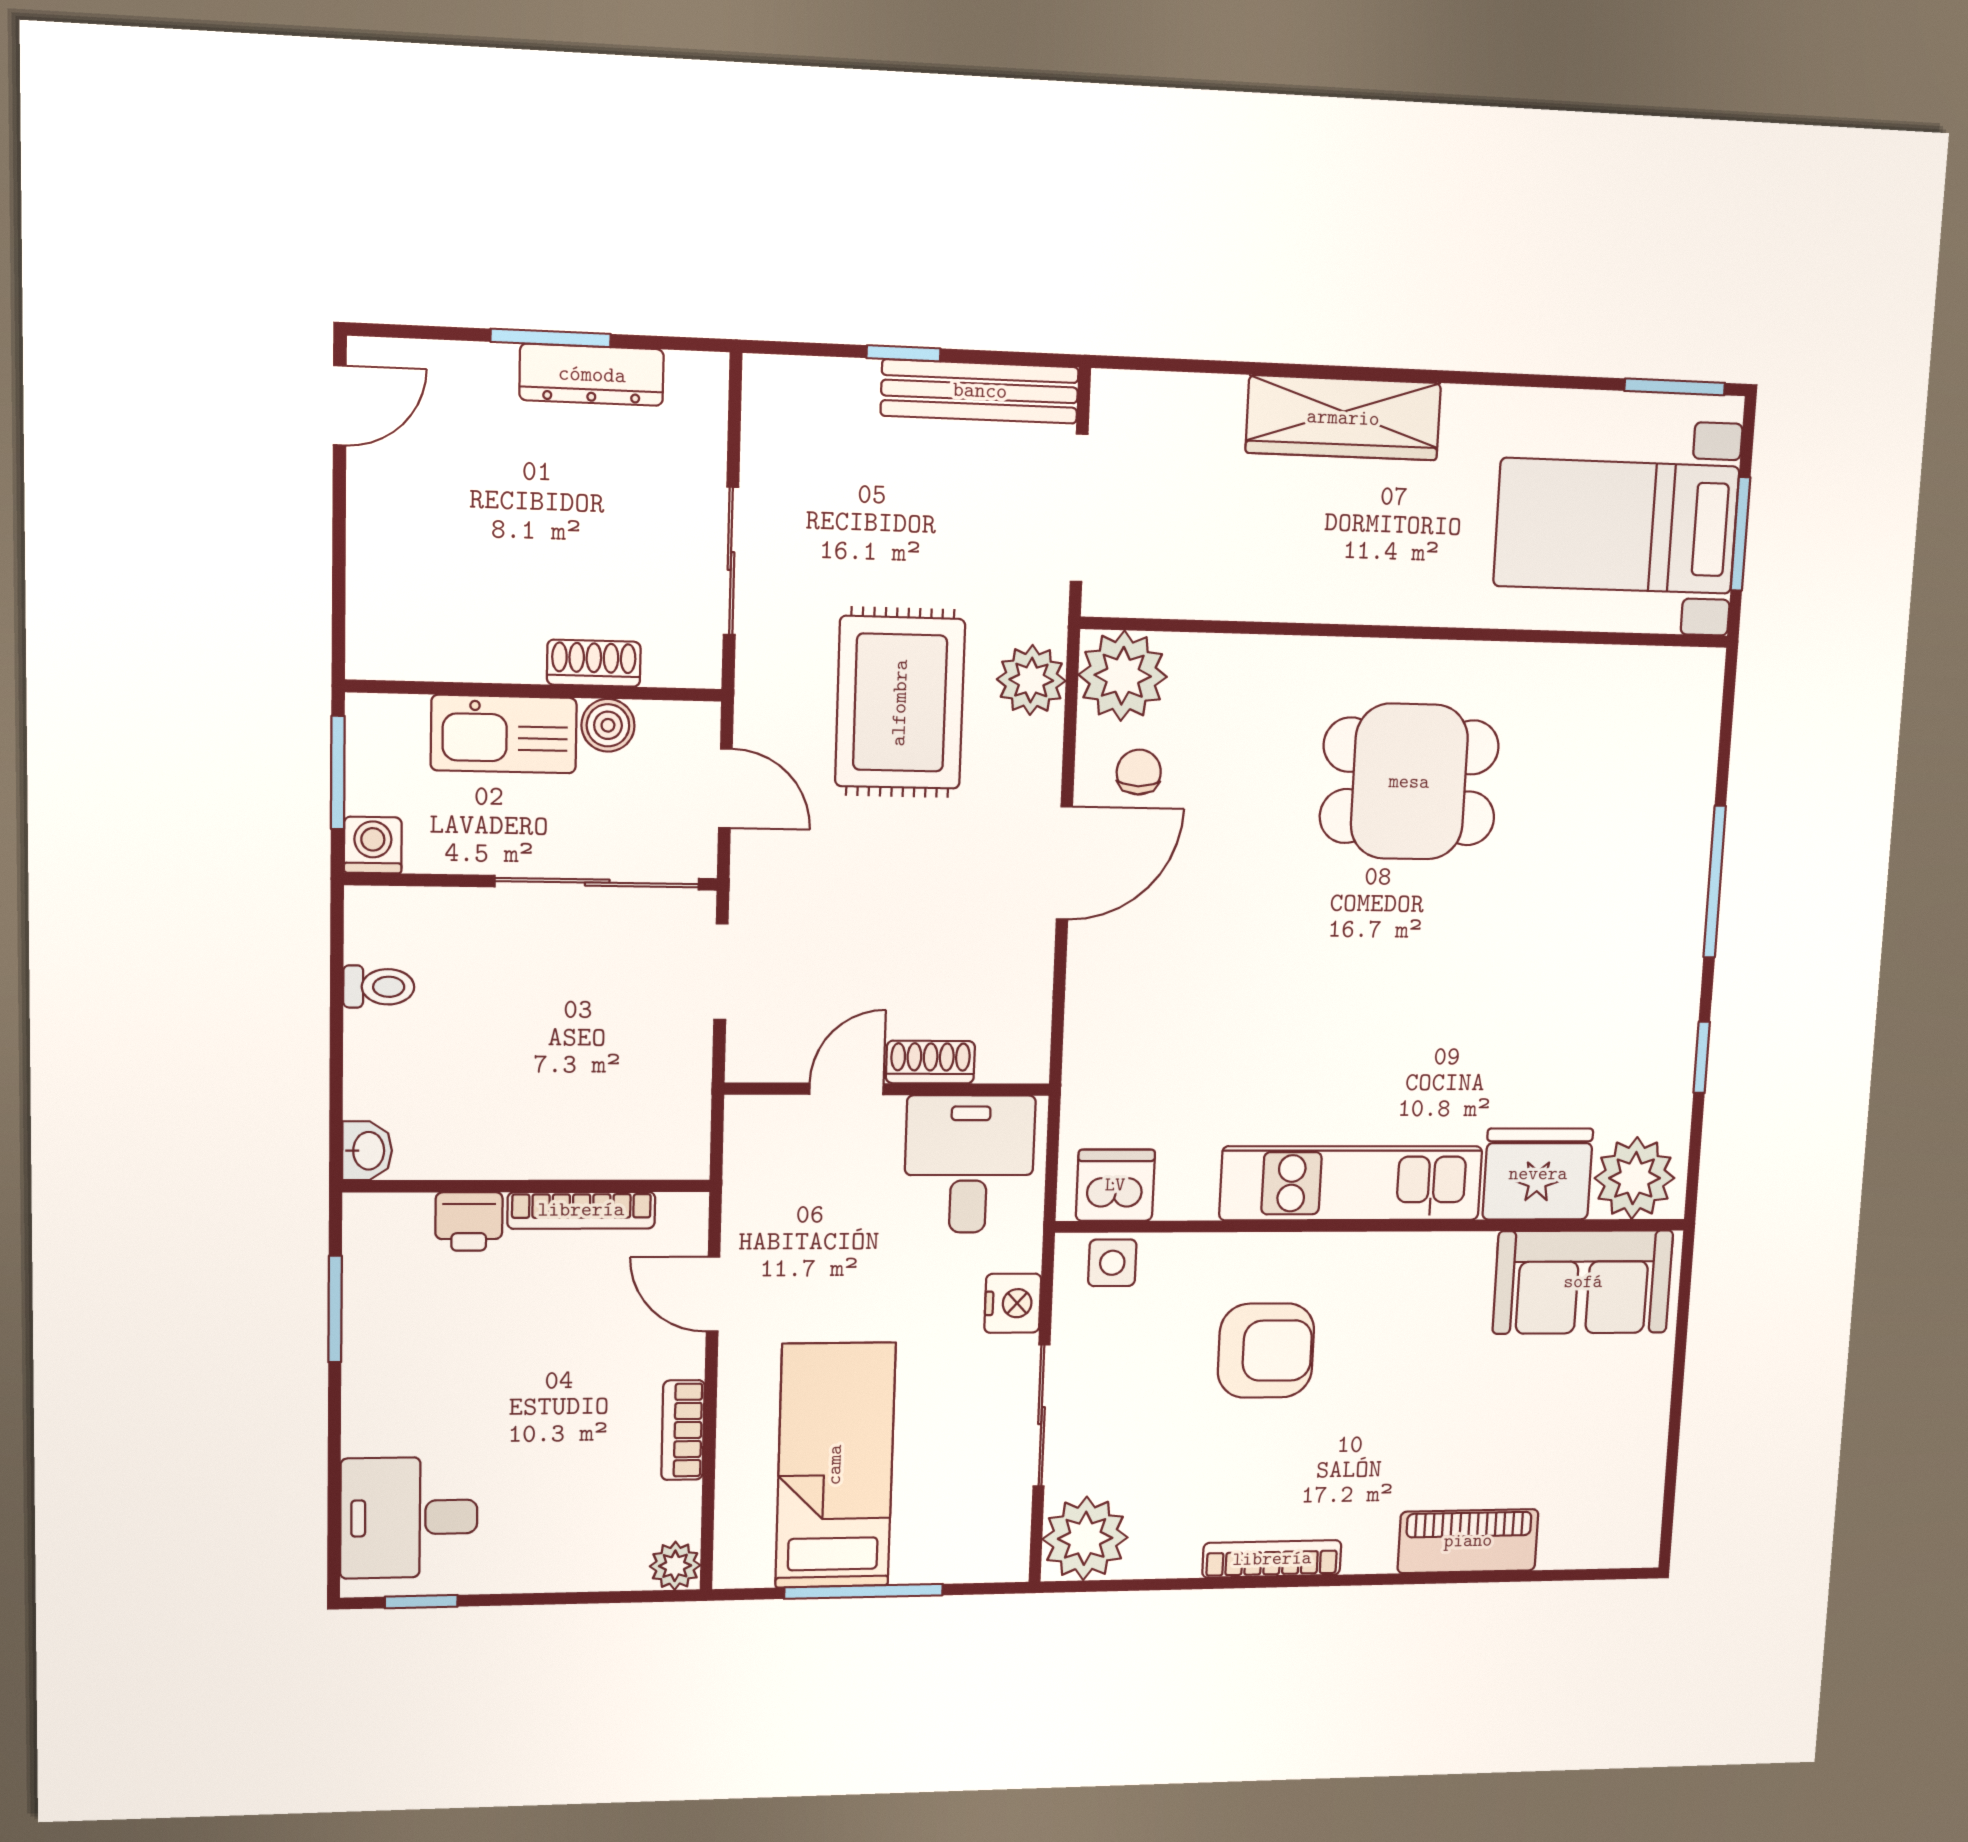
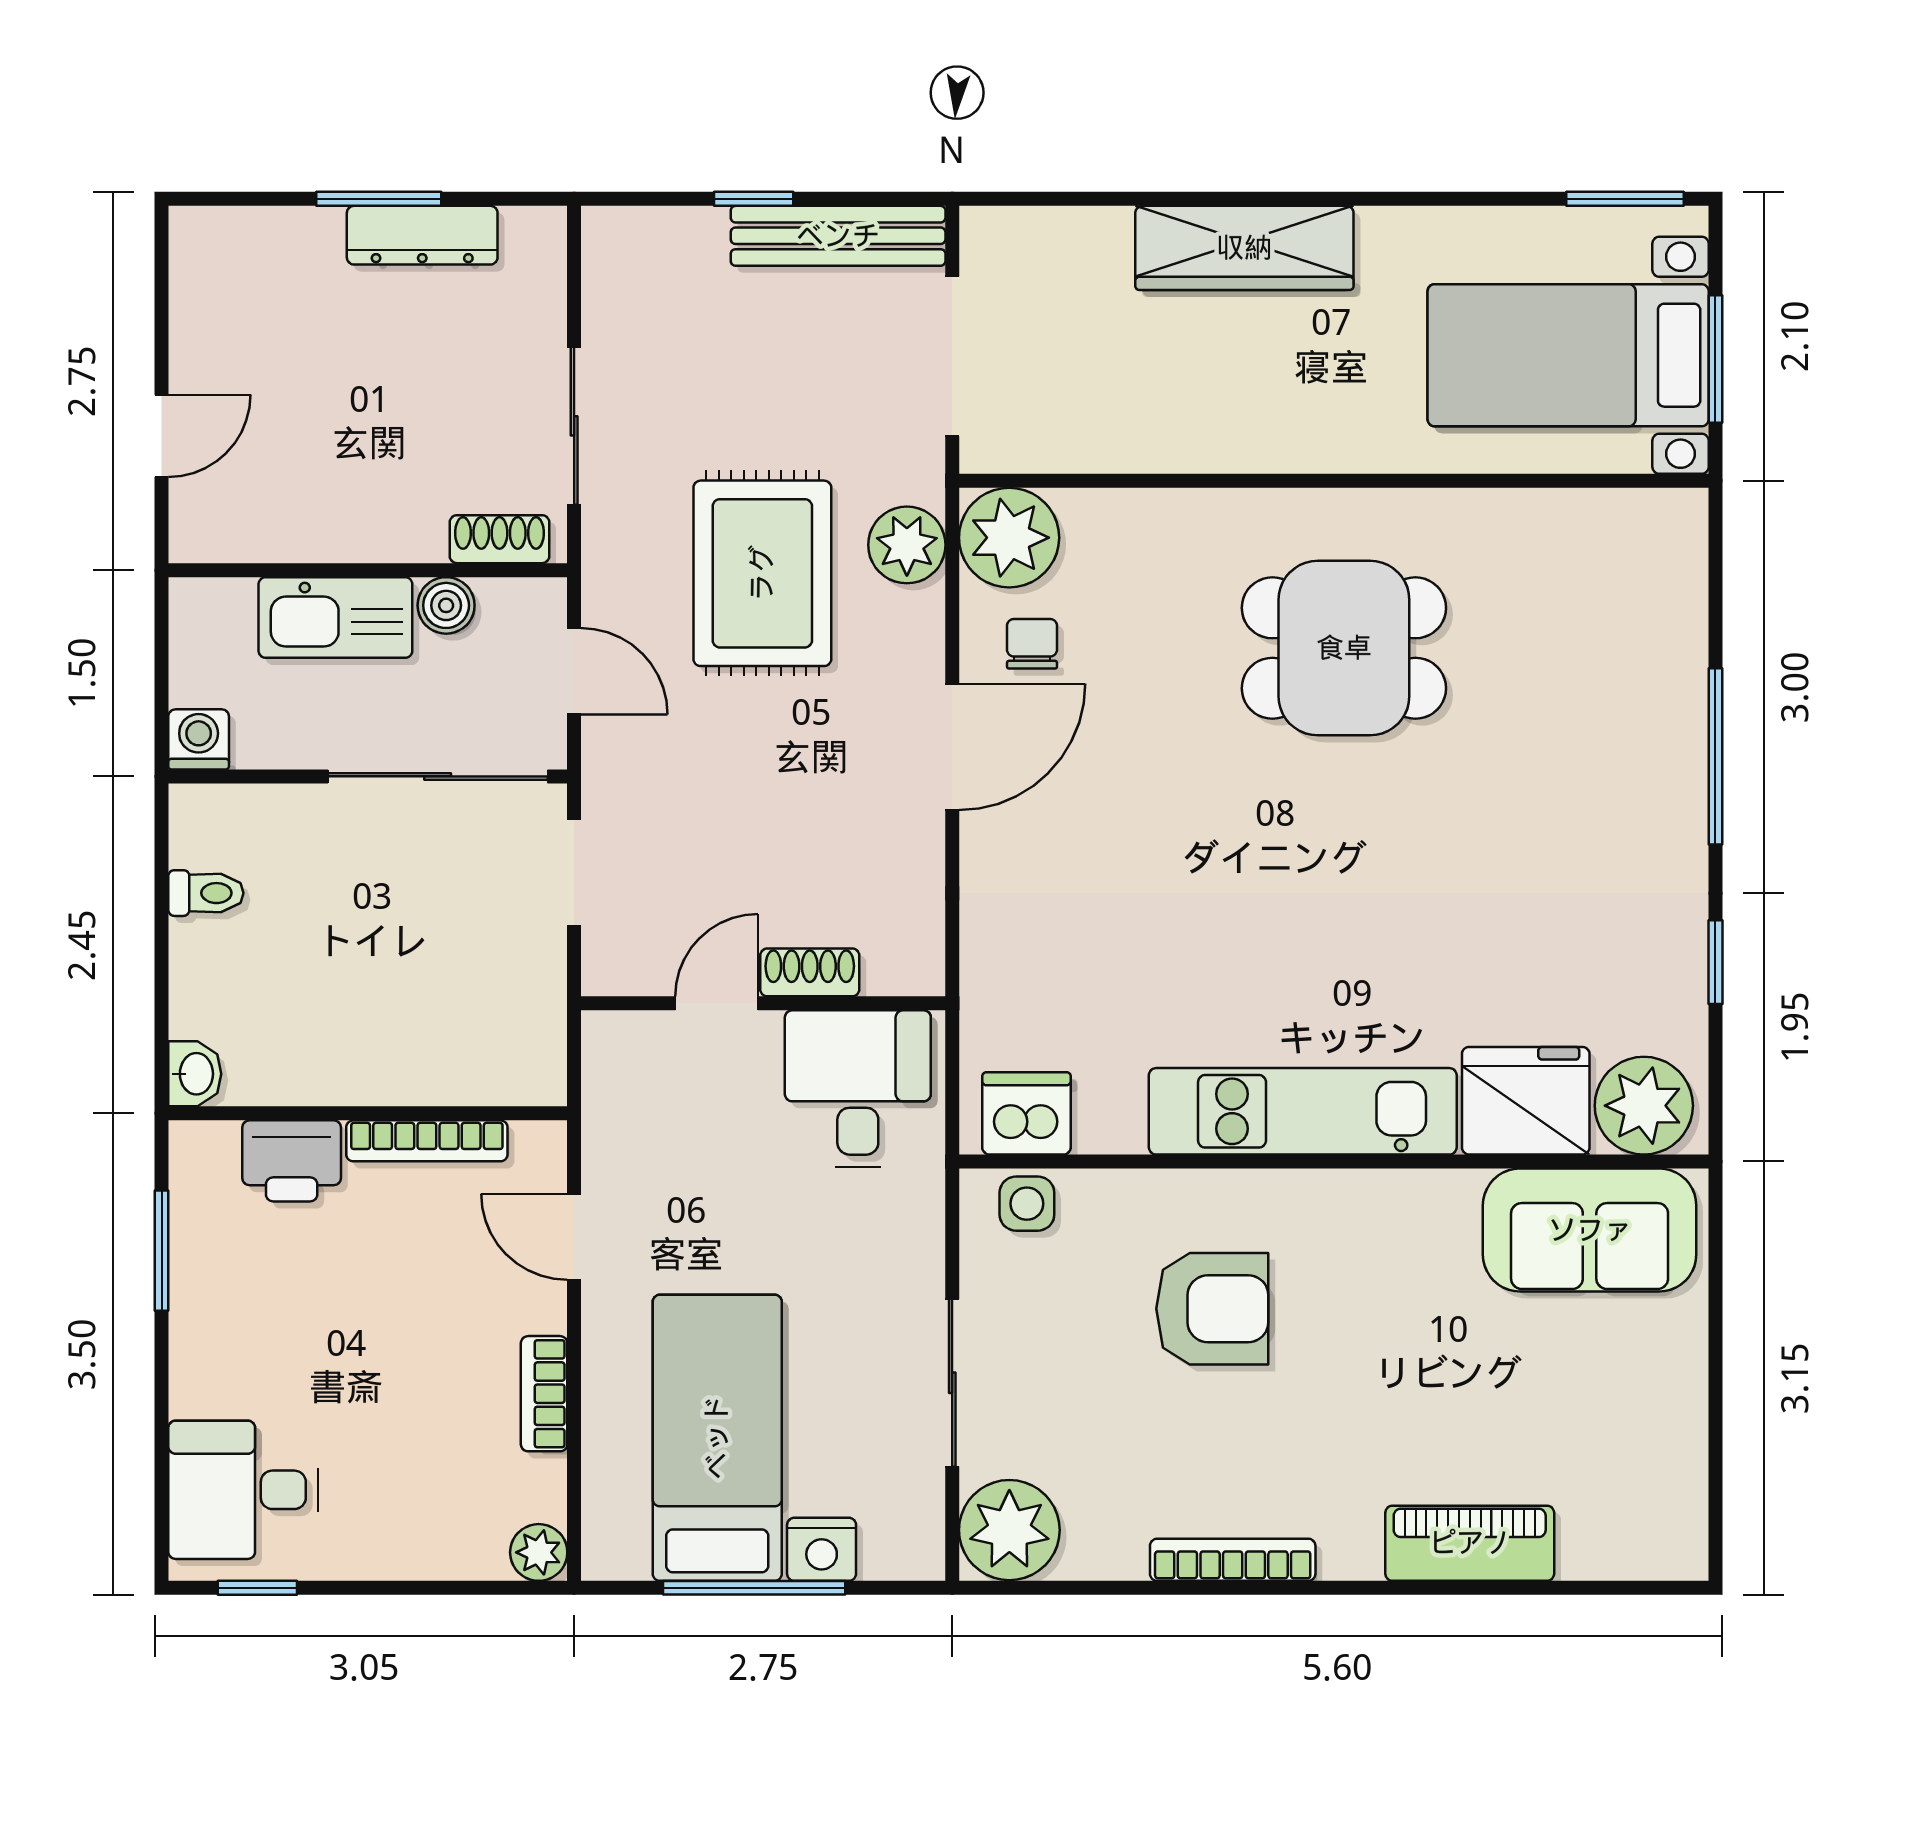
door: (340, 405) -> (162, 436), moved
shoe rack: (594, 663) -> (499, 539), moved
window: (338, 773) -> (162, 662), removed
printer: (469, 1221) -> (292, 1161), width x1.36, depth x1.24
nightstand: (1013, 1303) -> (822, 1549), moved, turned 90

